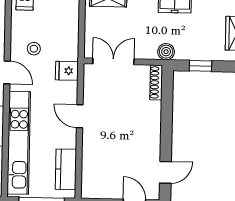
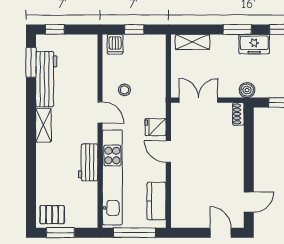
fridge: (67, 71) -> (155, 127), moved
shoe rack: (156, 82) -> (238, 114), width x0.70

